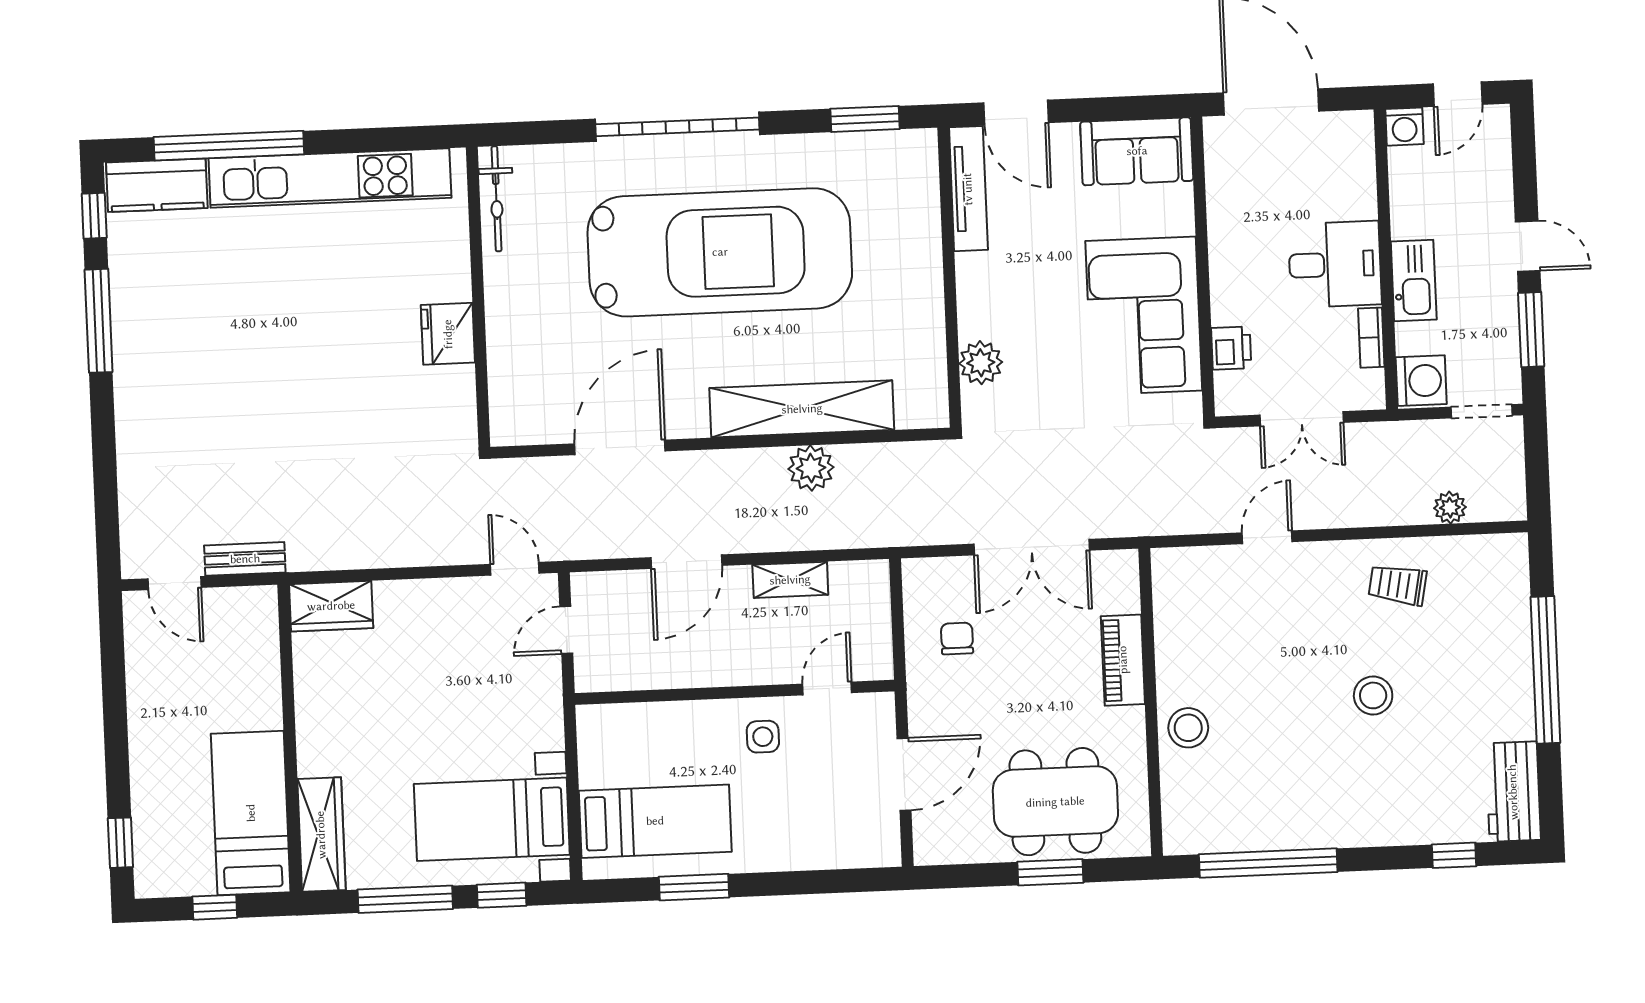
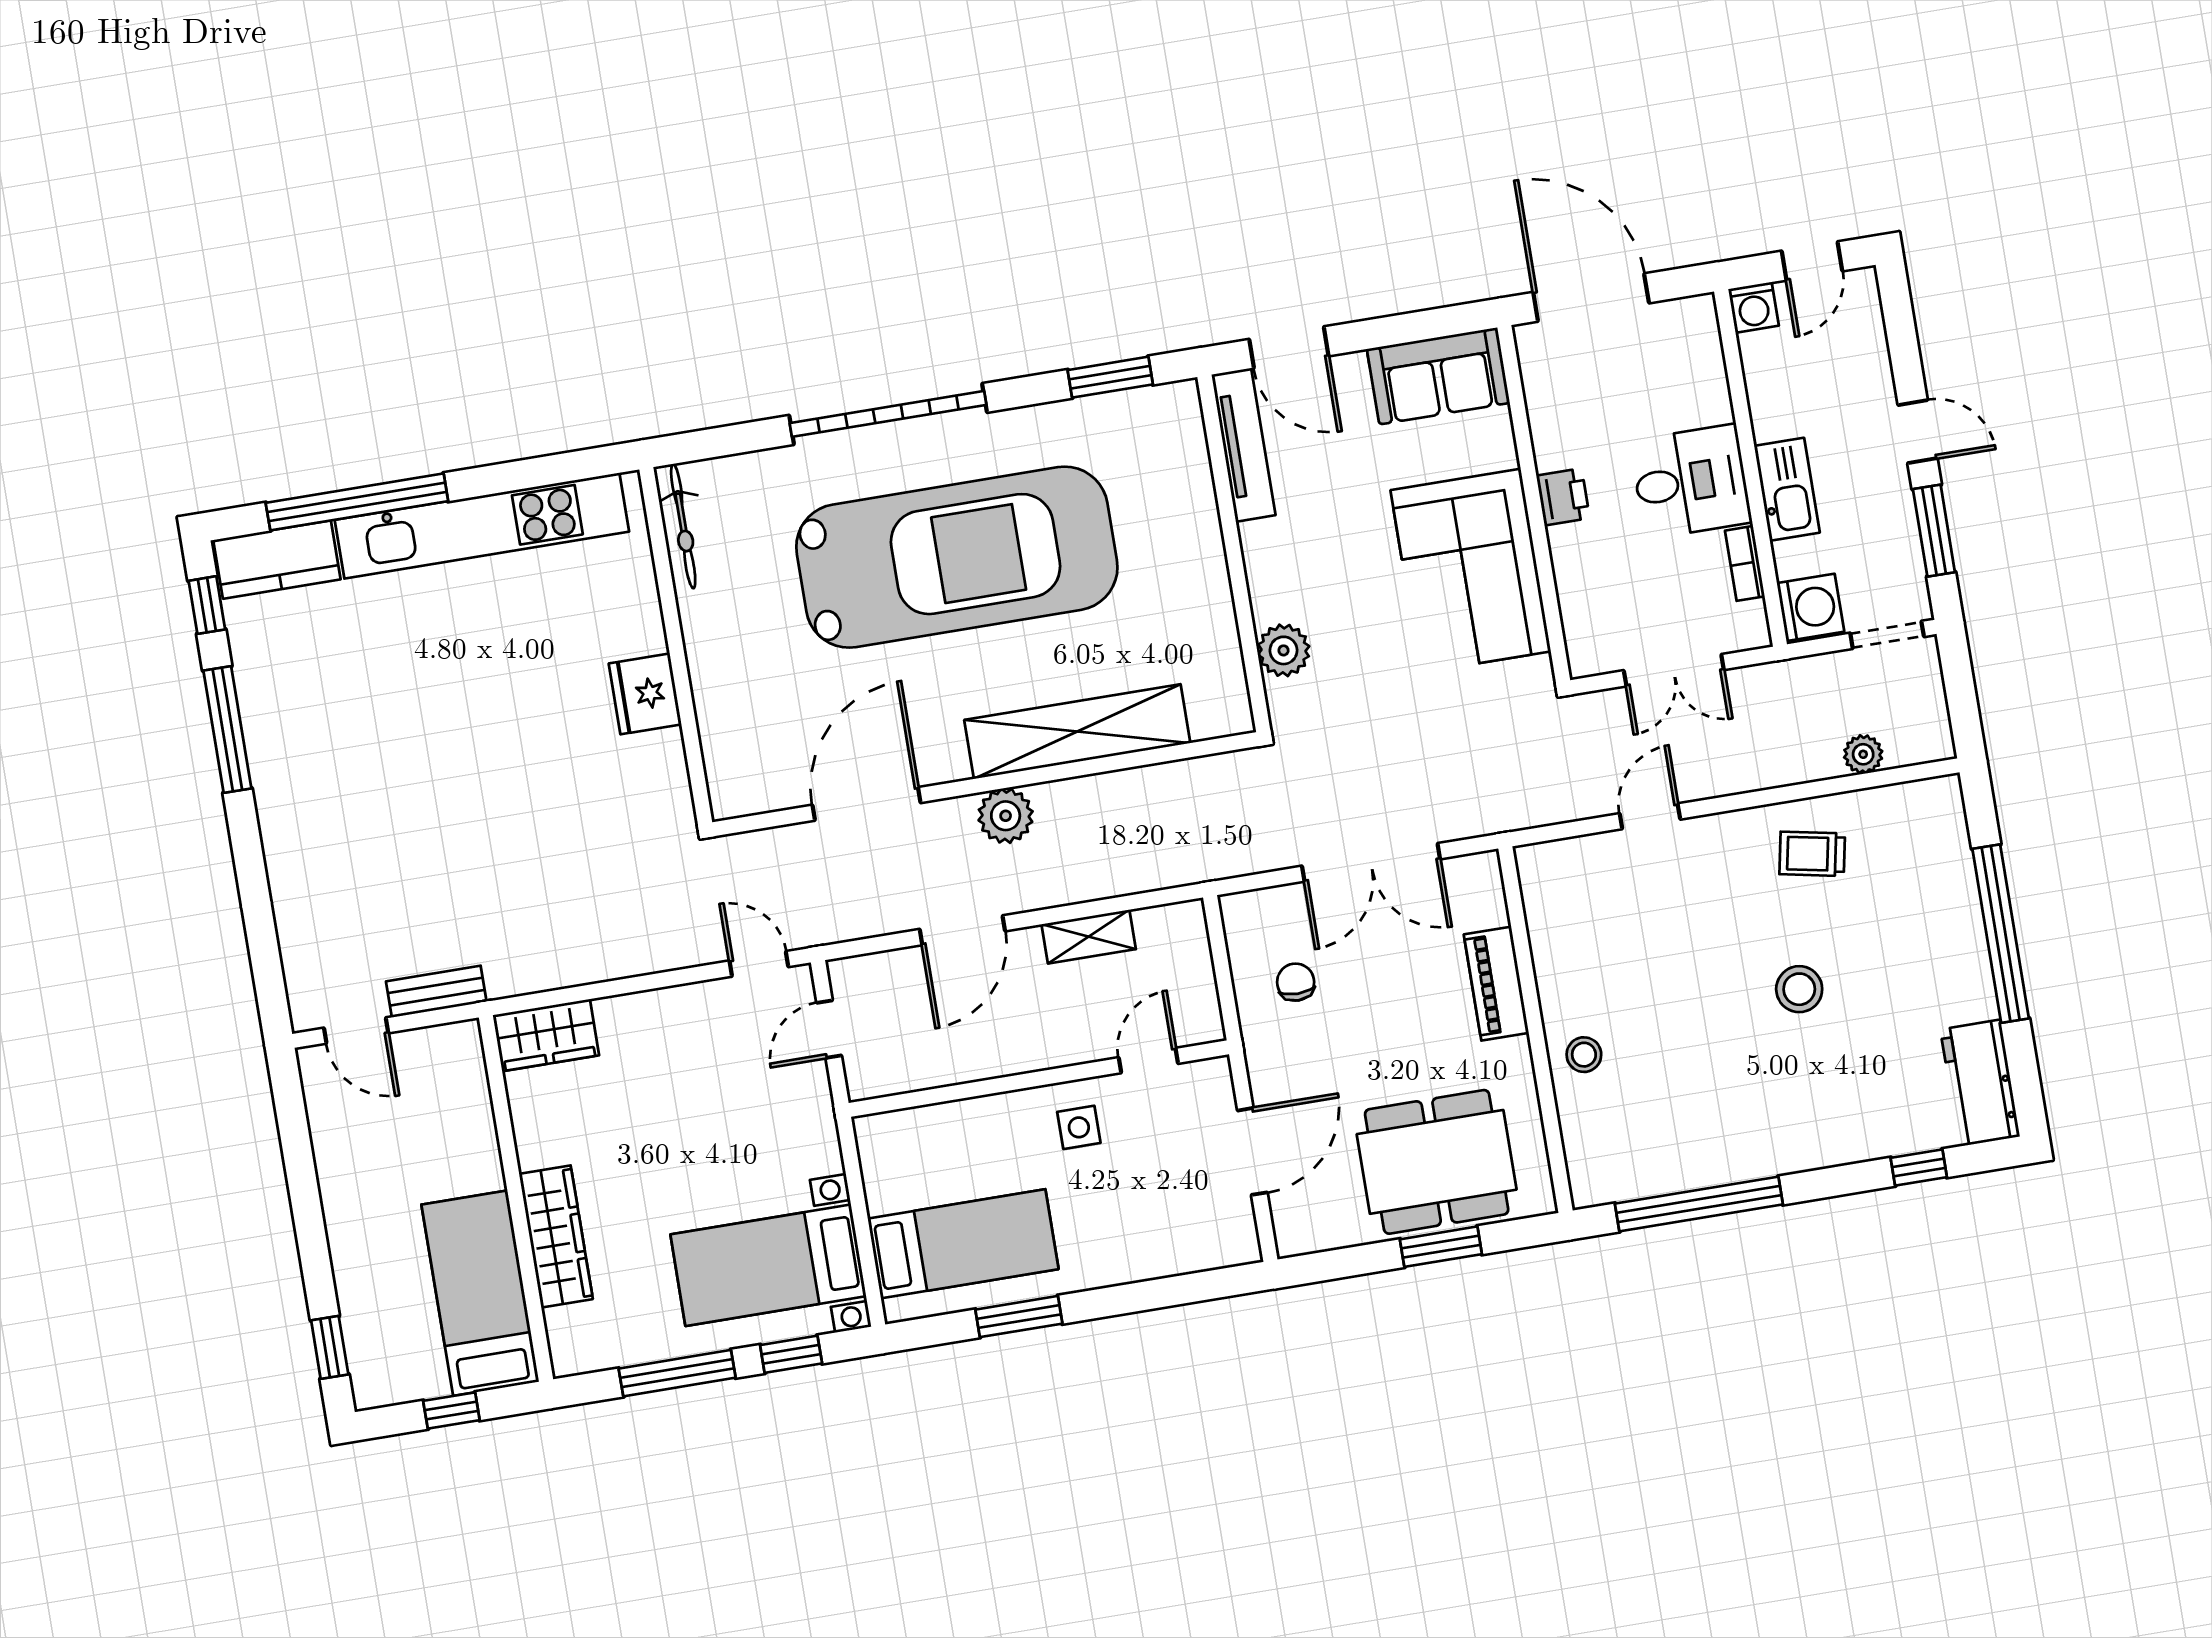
printer: (1231, 348) -> (1563, 497), moved
plant: (811, 468) -> (1006, 816), moved
stool: (1188, 728) -> (1584, 1055), width x0.73, depth x0.73
wardrobe: (321, 835) -> (556, 1236), moved

